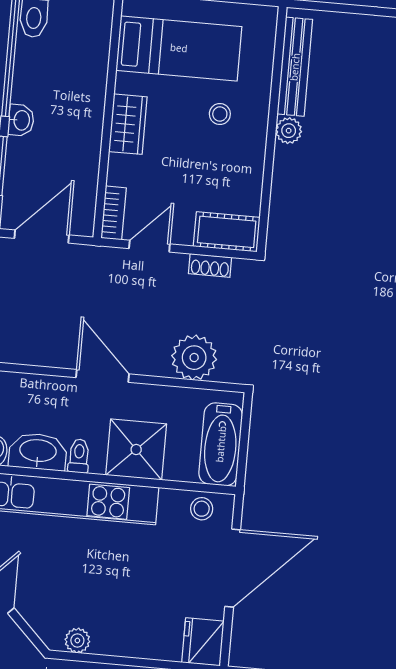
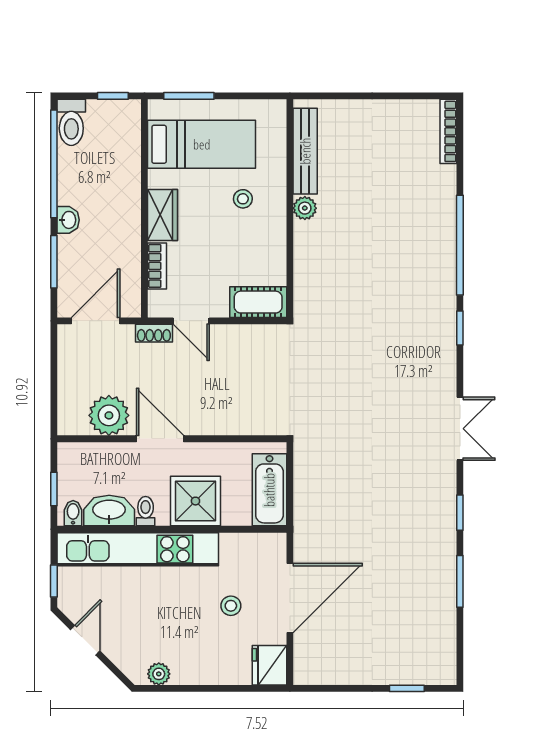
bookcase: (114, 213) -> (157, 266), moved
door: (149, 246) -> (191, 321), swing flipped
shoe rack: (210, 265) -> (154, 333), moved
plant: (194, 358) -> (109, 415), moved
stool: (202, 509) -> (231, 606), moved

